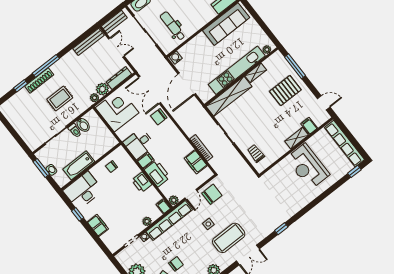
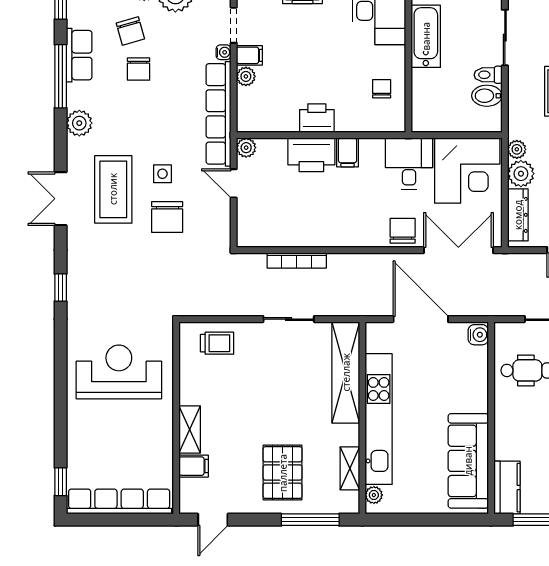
shelving: (256, 73) -> (350, 468), moved
desk: (139, 144) -> (409, 163), moved
filing cabinet: (196, 162) -> (281, 233), removed
reception desk: (308, 166) -> (119, 372), moved
chair: (212, 194) -> (167, 217), moved
filing cabinet: (163, 206) -> (249, 55), moved

